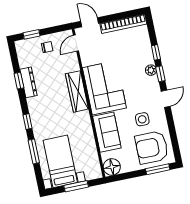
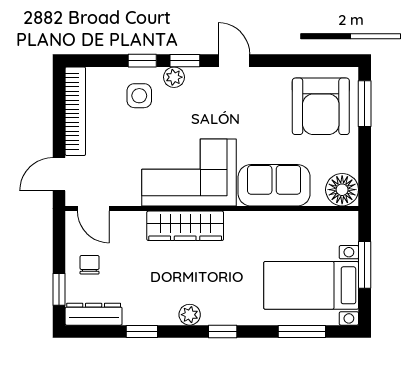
dresser: (28, 82) -> (94, 314), moved
plant: (33, 103) -> (190, 315), added
side table: (142, 119) -> (139, 96), moved
window: (34, 151) -> (302, 331), moved

